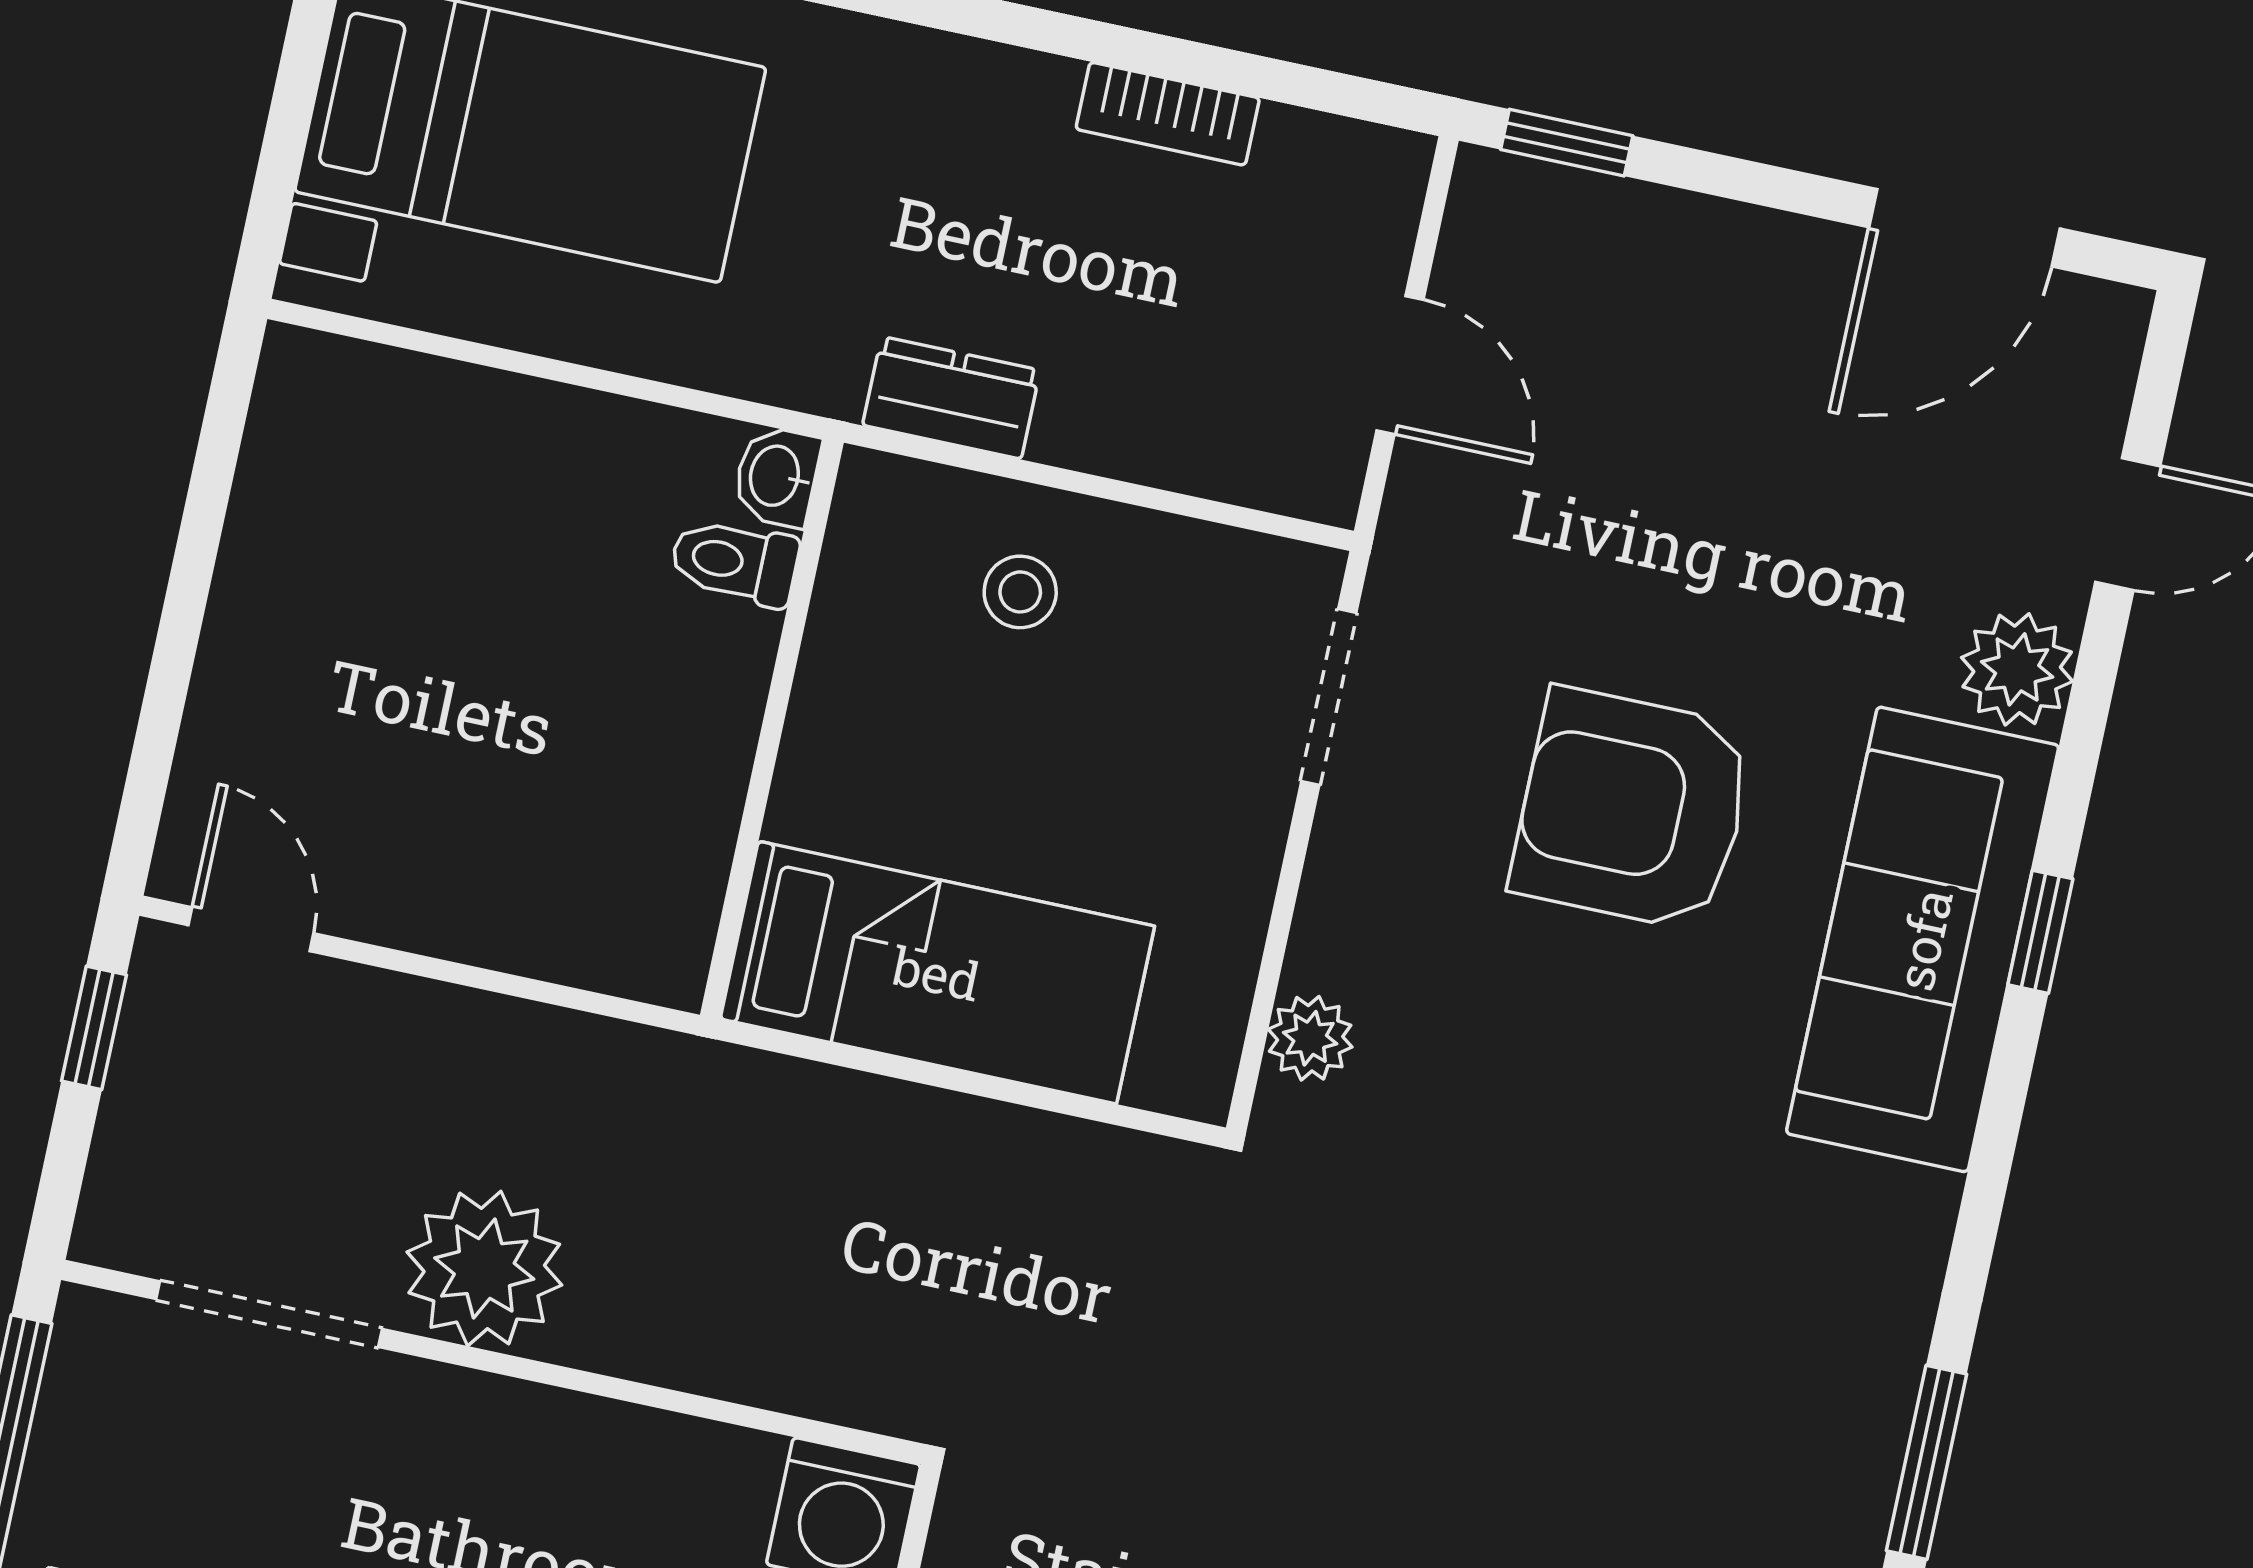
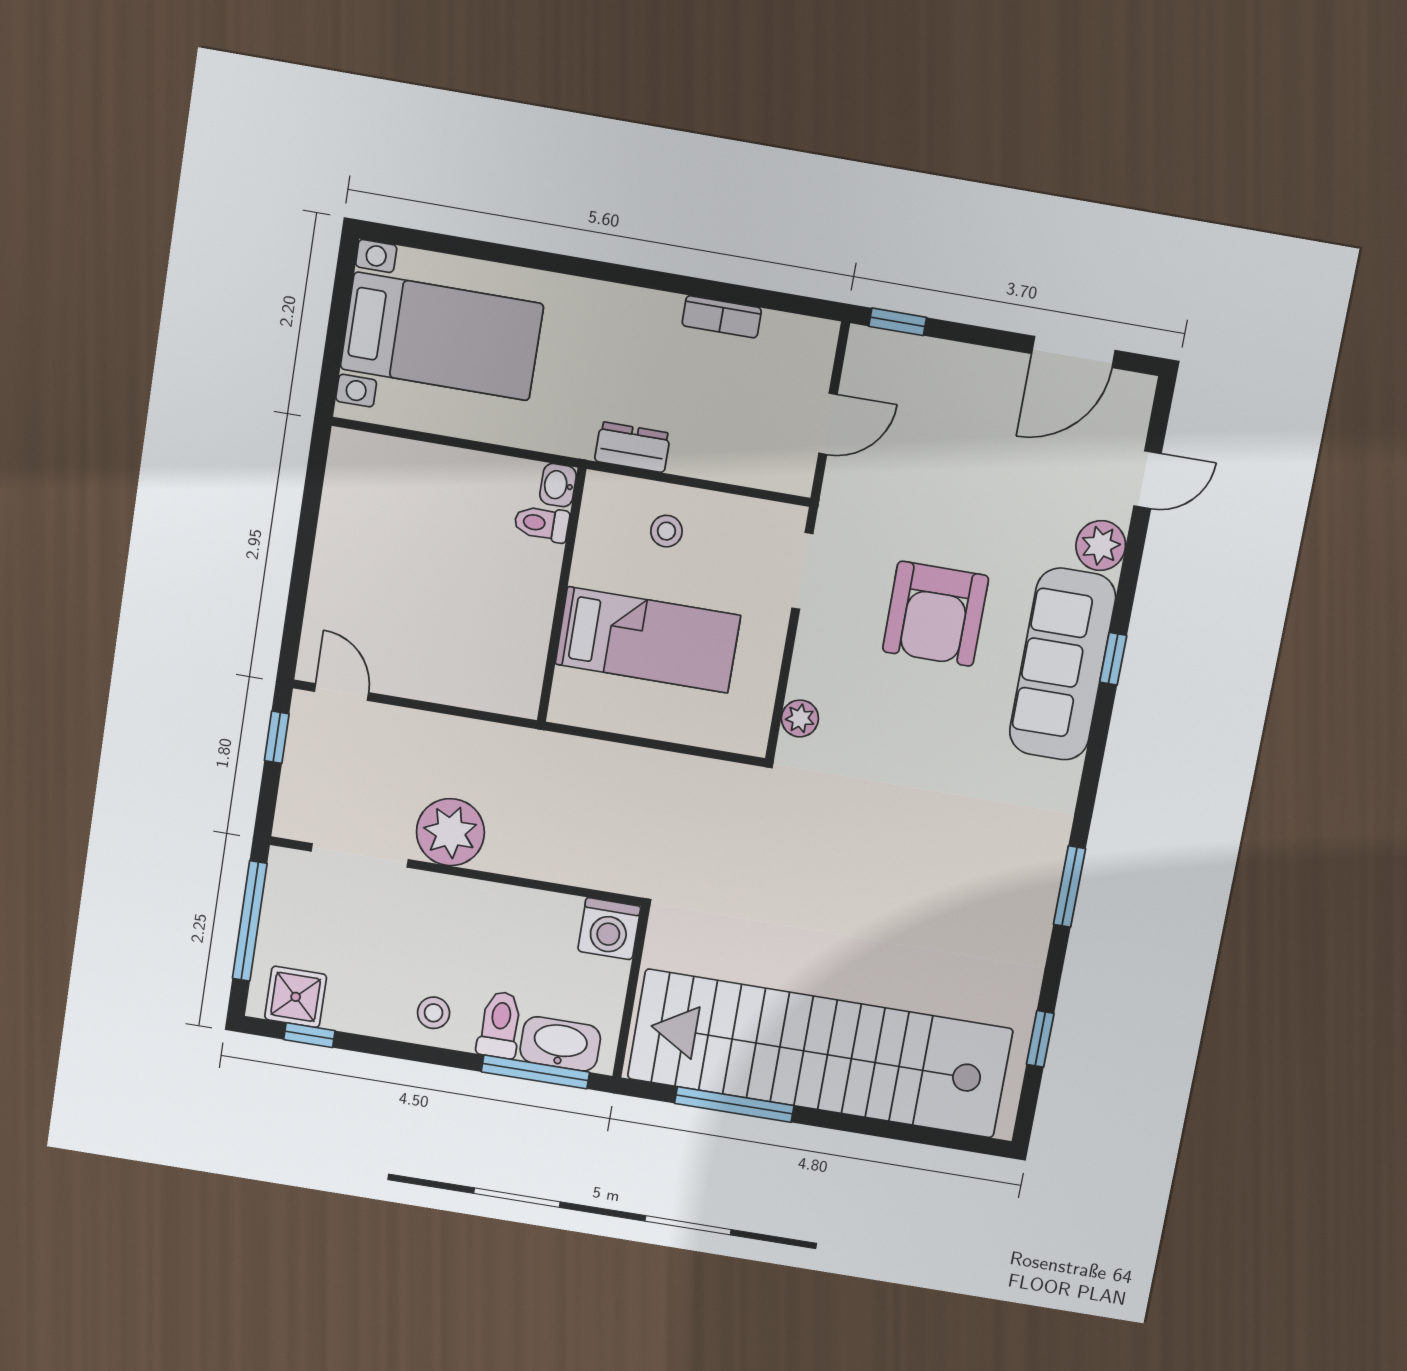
door: (1400, 365) -> (828, 424), hinge flipped
armchair: (1632, 809) -> (936, 614), turned -90
bed: (937, 973) -> (648, 640), moved

